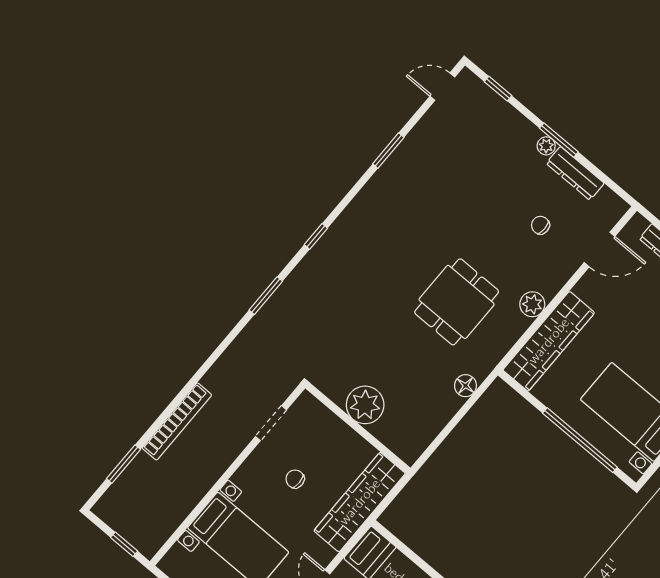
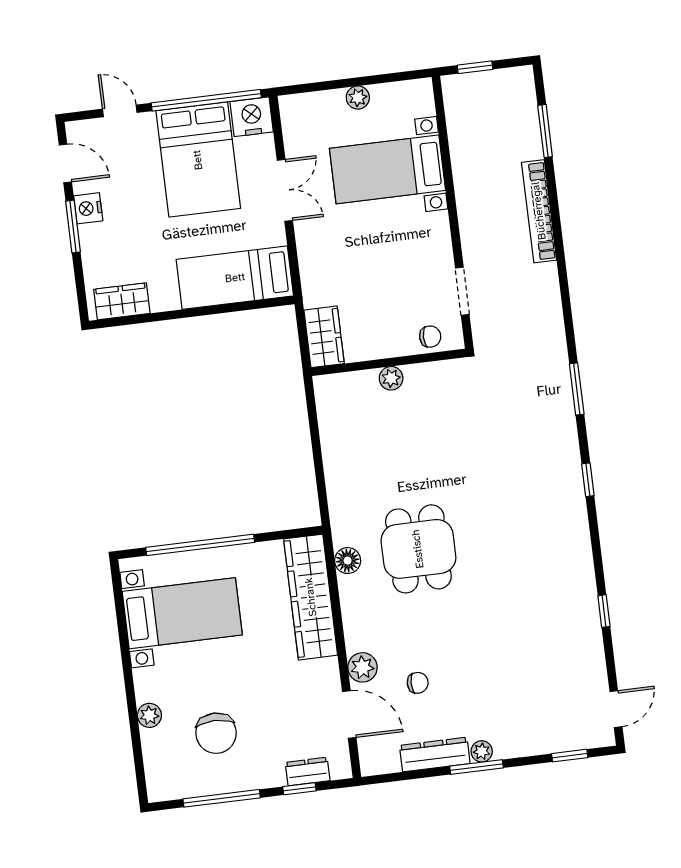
window: (388, 151) -> (604, 611), width x0.67
door: (600, 250) -> (349, 715), swing flipped
plant: (532, 304) -> (362, 667), moved
floor lamp: (465, 386) -> (348, 561), moved
plant: (365, 405) -> (391, 378), width x0.53, depth x0.53
chair: (295, 479) -> (430, 337), moved
wardrobe: (360, 502) -> (324, 337), width x0.48, depth x0.85

